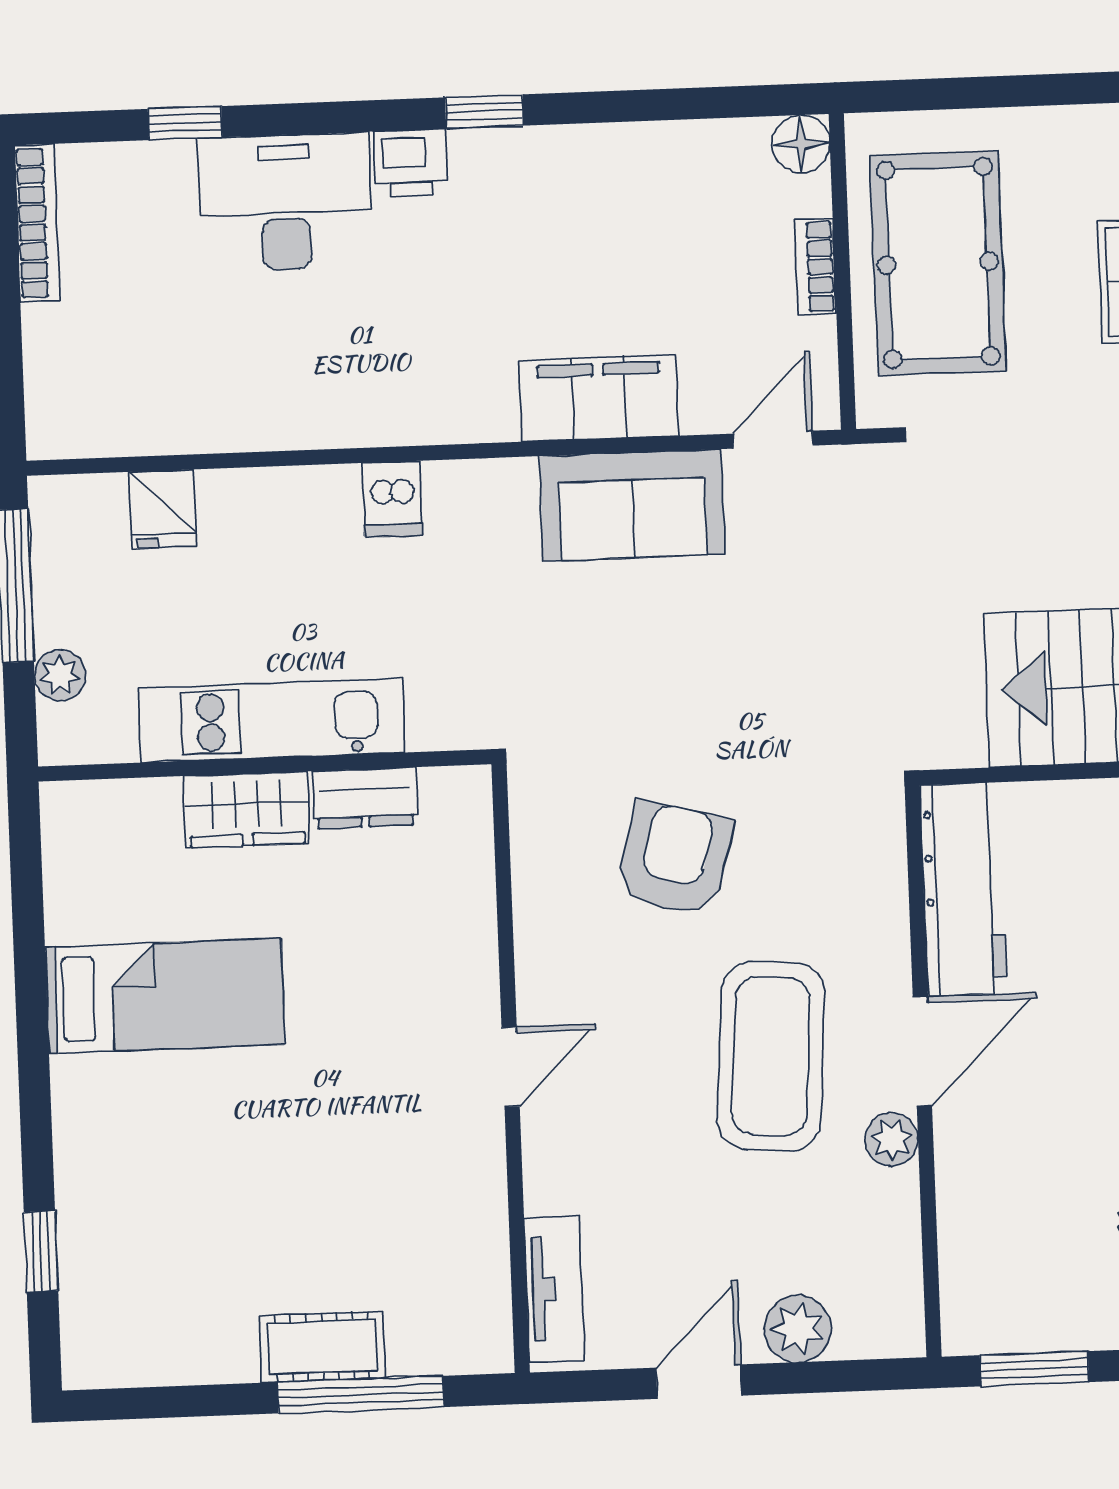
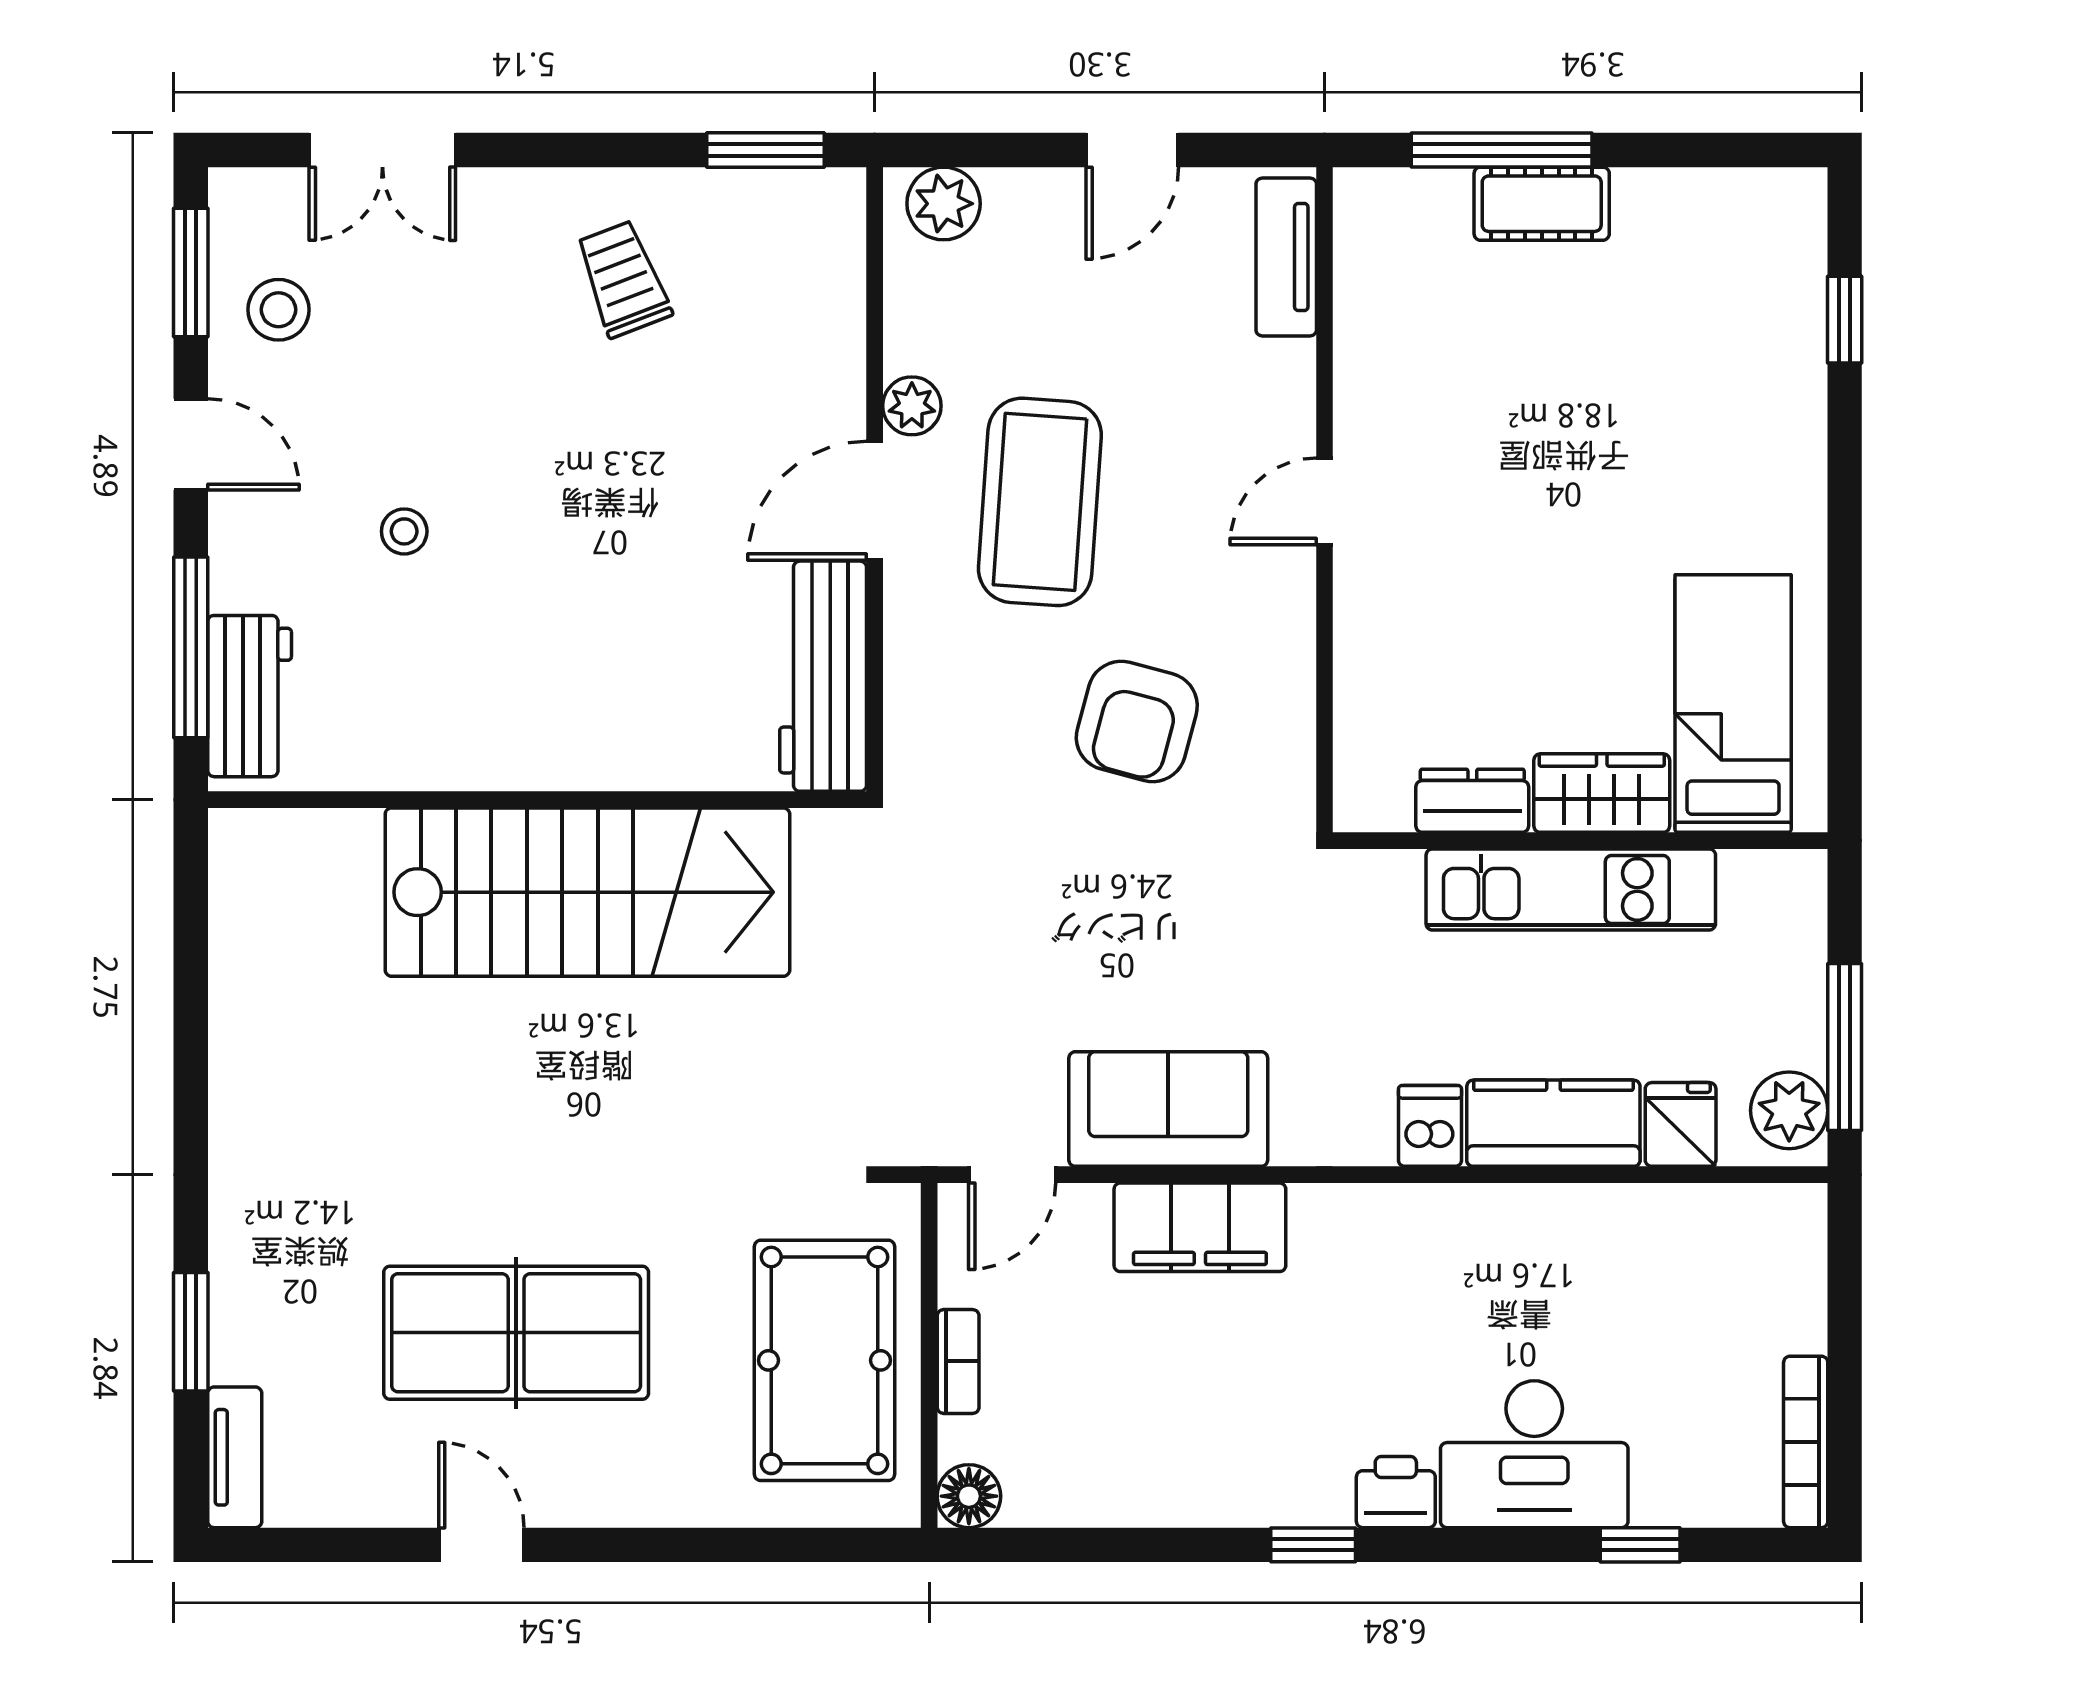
kitchen counter: (279, 506) -> (1553, 1123), added
plant: (60, 675) -> (1789, 1110), moved, width x1.38, depth x1.38
bed: (165, 996) -> (1733, 703), moved, turned 90
plant: (798, 1329) -> (944, 204), moved

